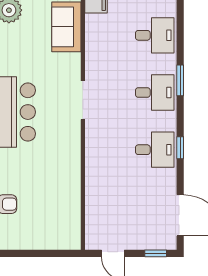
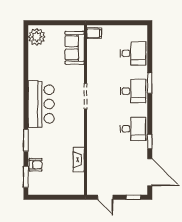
window: (180, 148) -> (150, 142), moved
fireplace: (73, 196) -> (79, 160), added

